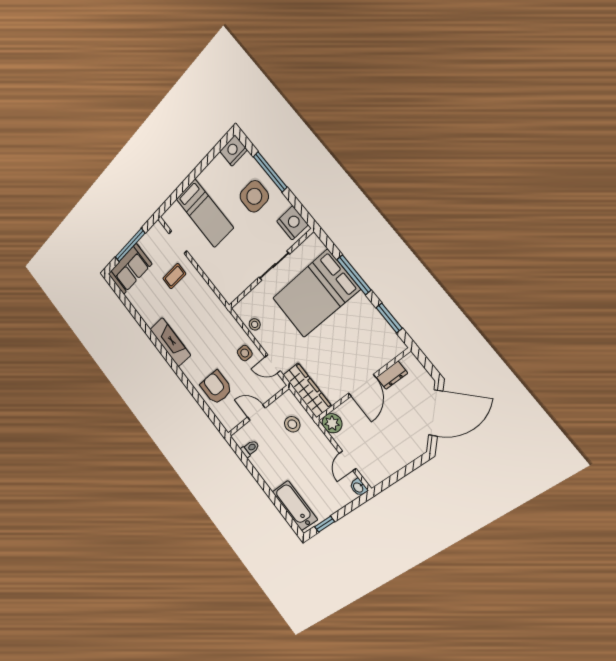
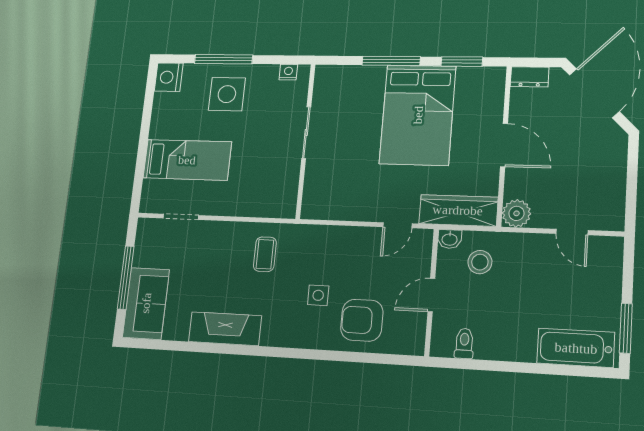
nightstand: (292, 223) -> (288, 72), width x0.53, depth x0.56
coffee table: (174, 276) -> (265, 254), moved
bed: (316, 294) -> (418, 115), moved
stool: (255, 324) -> (340, 207), removed
fireplace: (170, 342) -> (225, 329), moved
side table: (245, 353) -> (318, 295), moved
dresser: (392, 375) -> (530, 77), moved, turned 90
washbasin: (358, 487) -> (450, 239), moved
window: (325, 524) -> (626, 328), width x1.50

